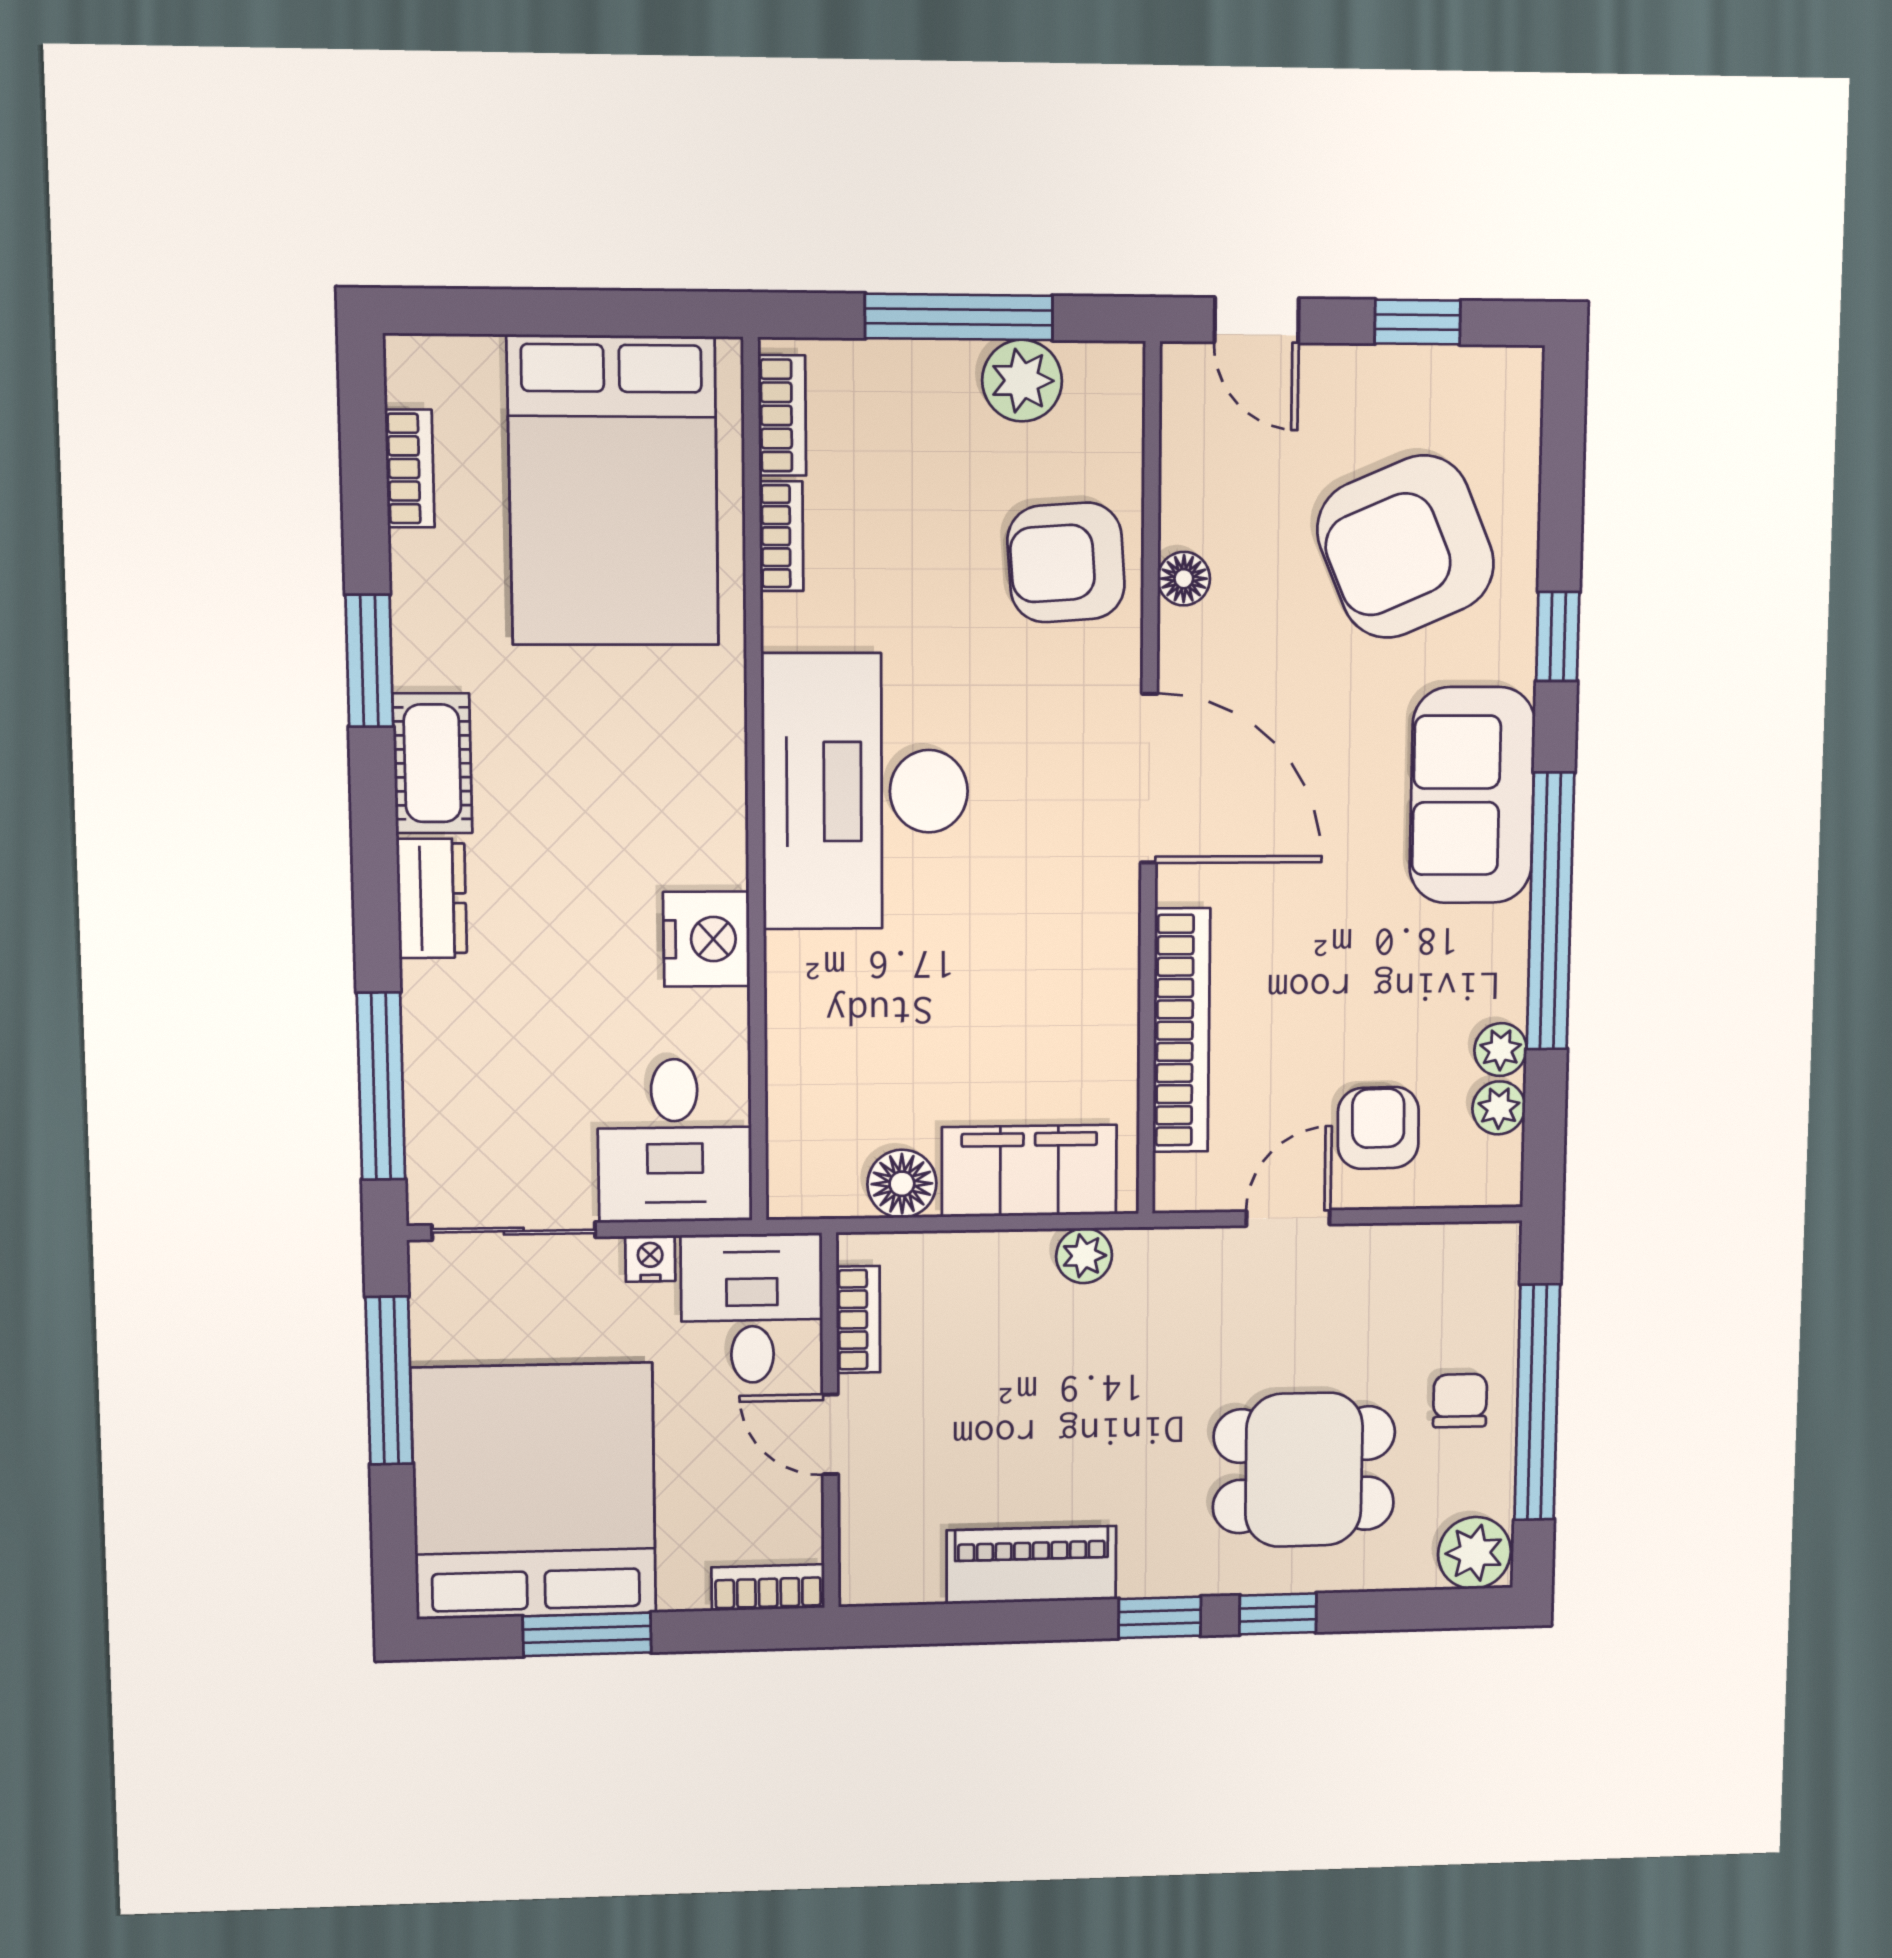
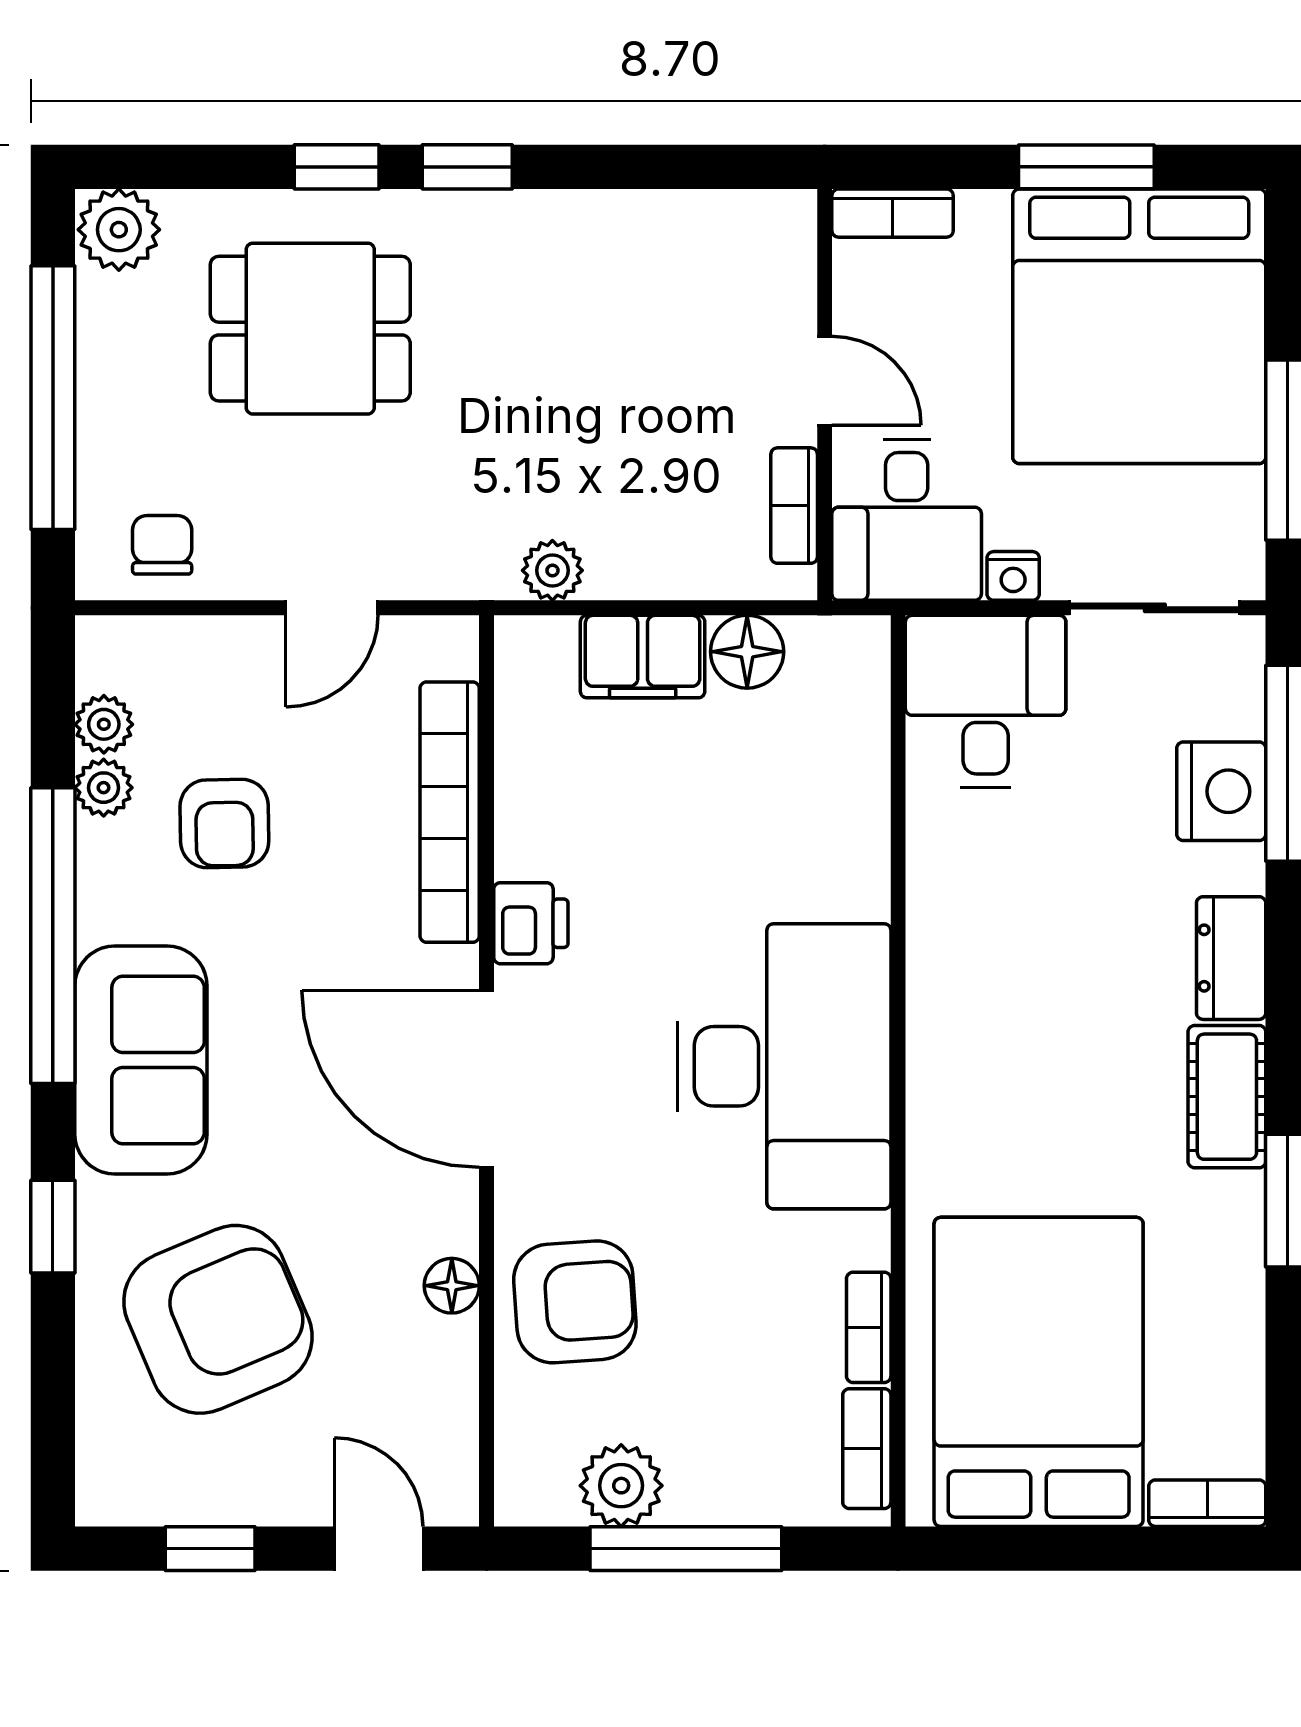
bookcase: (410, 469) -> (1207, 1503), moved, turned 90
printer: (1106, 927) -> (531, 923), added
nightstand: (707, 939) -> (1221, 791), moved, turned 180
armchair: (1378, 1128) -> (224, 823), moved
filing cabinet: (1029, 1171) -> (643, 657), width x0.67, depth x0.86
chair: (1460, 1401) -> (162, 545), moved, turned 180
piano: (1032, 1565) -> (608, 230), removed

